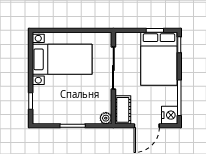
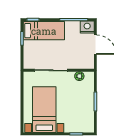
bed: (159, 59) -> (44, 31), width x0.67
cot: (123, 110) -> (83, 63), removed
plant: (106, 118) -> (79, 76), moved

